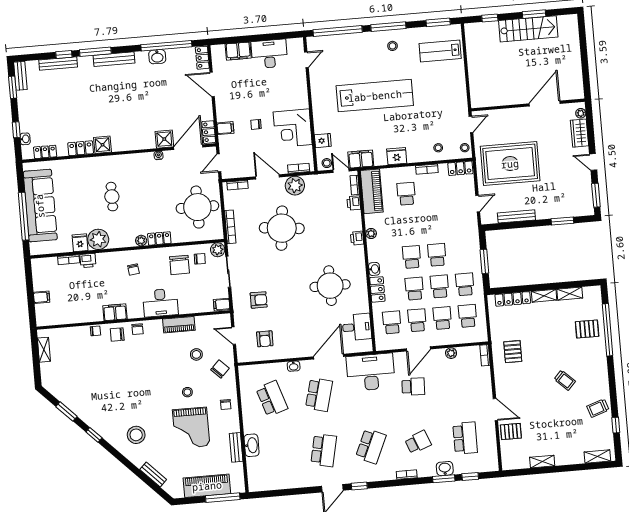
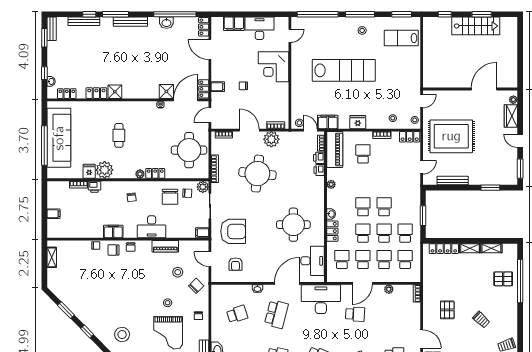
corner desk: (293, 128) -> (273, 67), moved
fridge: (323, 141) -> (298, 104), removed
printer: (357, 238) -> (319, 170), moved
armchair: (259, 300) -> (233, 231), width x1.88, depth x1.88
desk: (357, 327) -> (313, 261), width x1.37
pallet: (513, 352) -> (447, 310), moved
school desk: (272, 399) -> (237, 314), width x0.54

